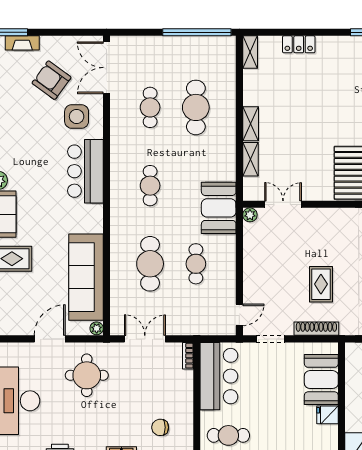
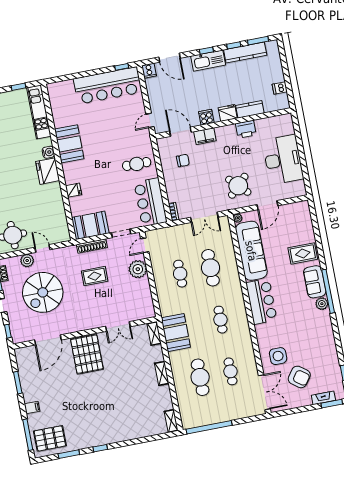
locker: (299, 44) -> (140, 432), removed
shelving: (250, 159) -> (154, 333), moved
bar counter: (85, 171) -> (261, 301), moved
double door: (283, 204) -> (118, 326), moved
booth: (219, 208) -> (176, 333), moved
plant: (250, 215) -> (138, 269), moved, width x1.87, depth x1.87
rug: (321, 284) -> (95, 276), turned 90
round table: (87, 375) -> (238, 186), turned 45
booth: (321, 380) -> (90, 225), moved, turned 90

